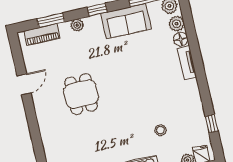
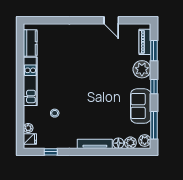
plant: (77, 25) -> (142, 69), width x1.88, depth x1.88
tv unit: (187, 63) -> (95, 144), width x1.41
dining table: (81, 94) -> (95, 61), removed

